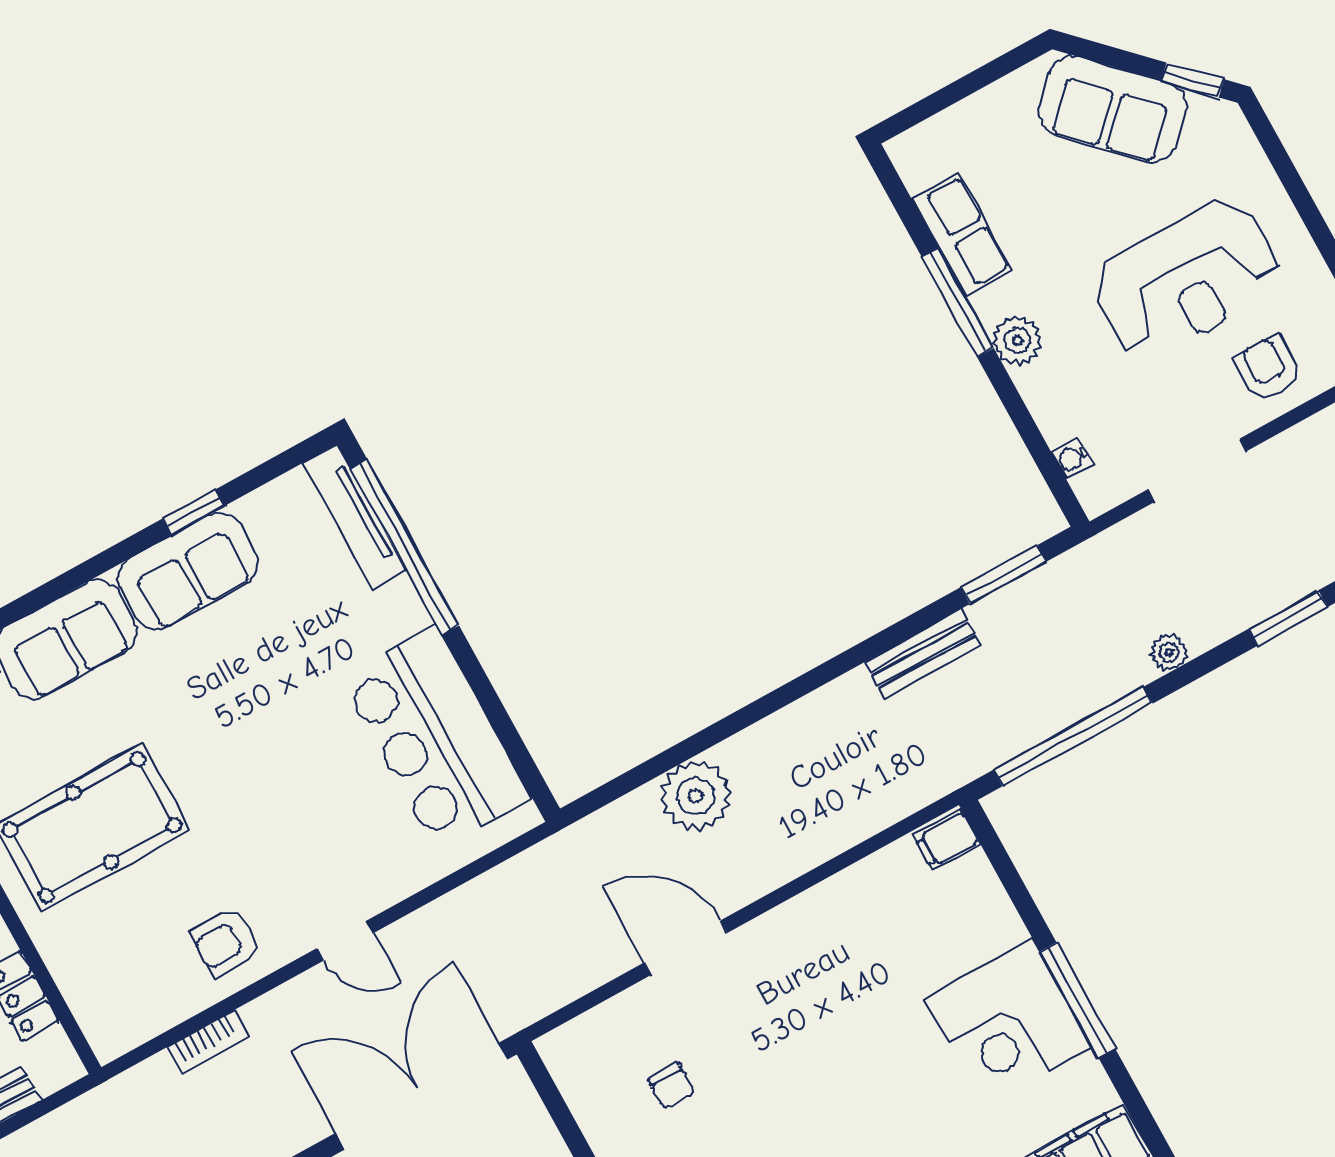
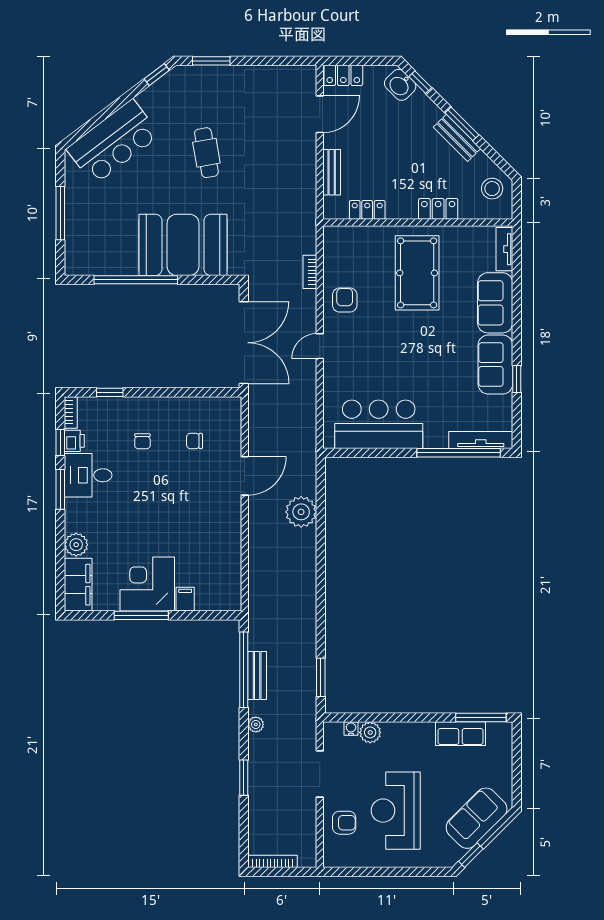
window: (958, 302) -> (481, 718), moved
plant: (1017, 340) -> (370, 732), moved
bench: (923, 654) -> (257, 676), moved
filing cabinet: (947, 840) -> (185, 599), moved

